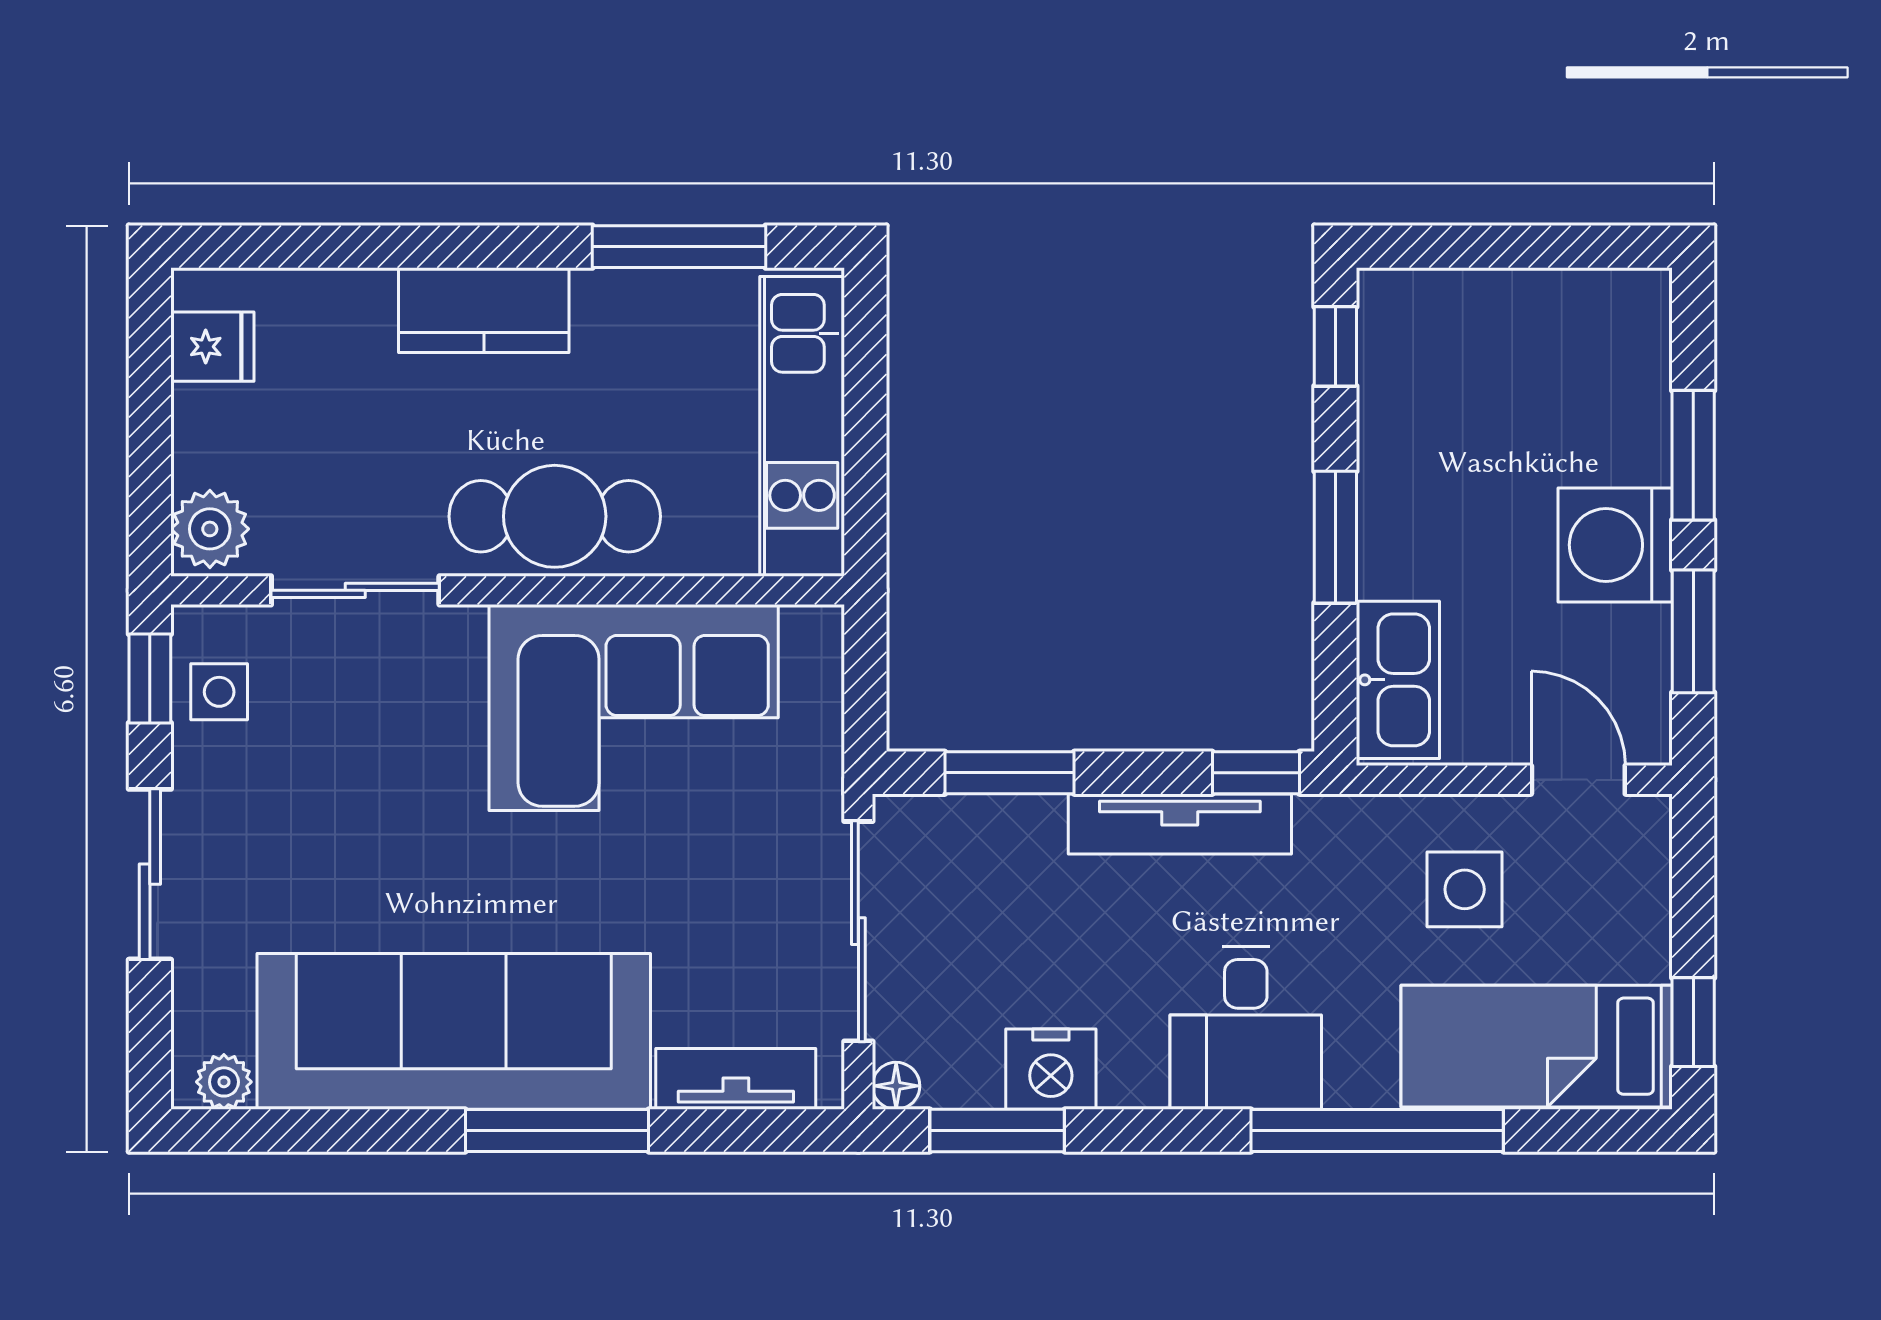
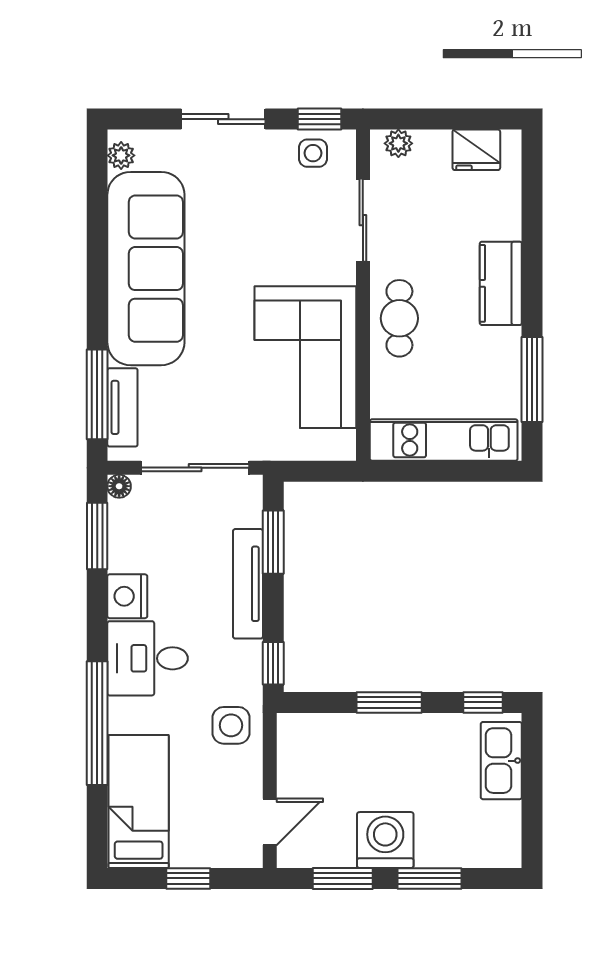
fridge: (212, 347) -> (476, 150), width x1.38
cafe table: (555, 516) -> (399, 318), width x0.73, depth x0.74
plant: (210, 529) -> (398, 143), width x0.73, depth x0.73
kitchen sink: (1398, 680) -> (501, 761), moved, turned 90
tv unit: (1180, 824) -> (248, 584), moved
side table: (1465, 889) -> (231, 725), moved
window: (1693, 1022) -> (188, 878), moved
nightstand: (1051, 1069) -> (127, 596), moved
window: (557, 1131) -> (97, 394), moved

